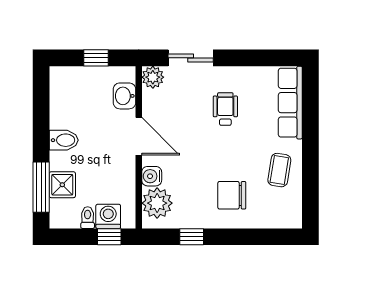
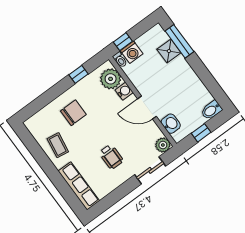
bidet: (64, 140) -> (211, 110), moved
toilet: (88, 218) -> (120, 60), moved

